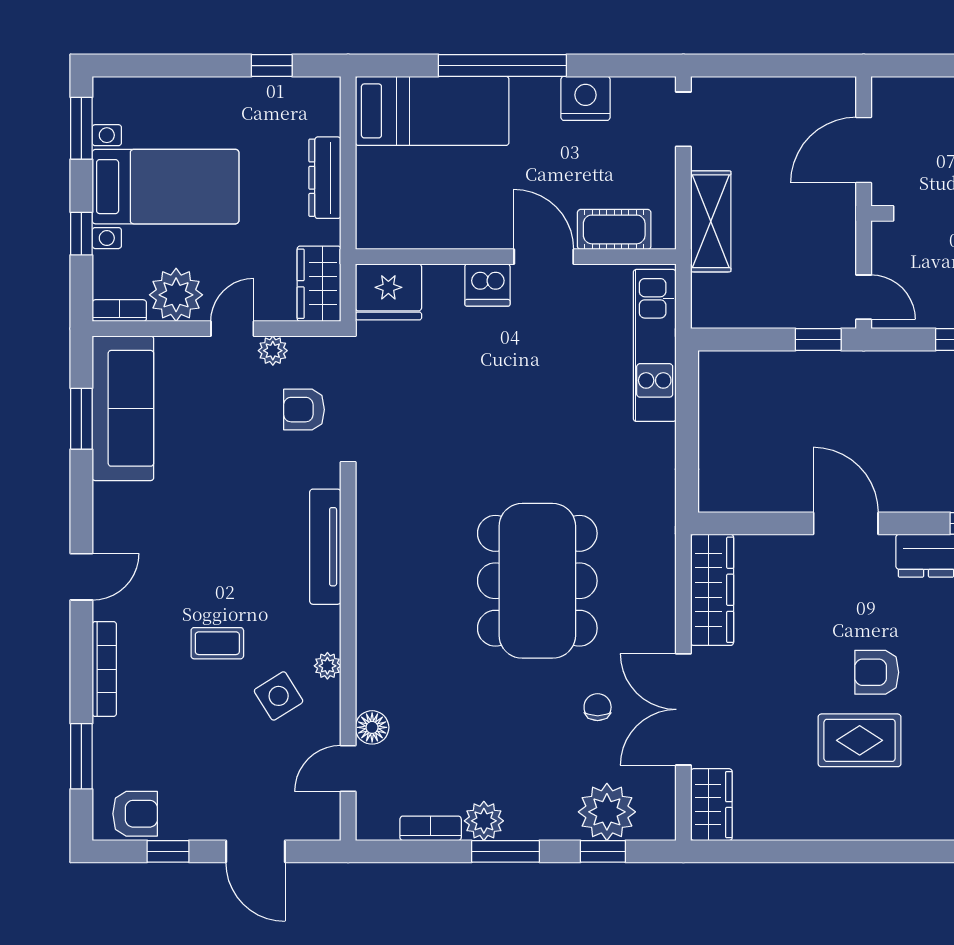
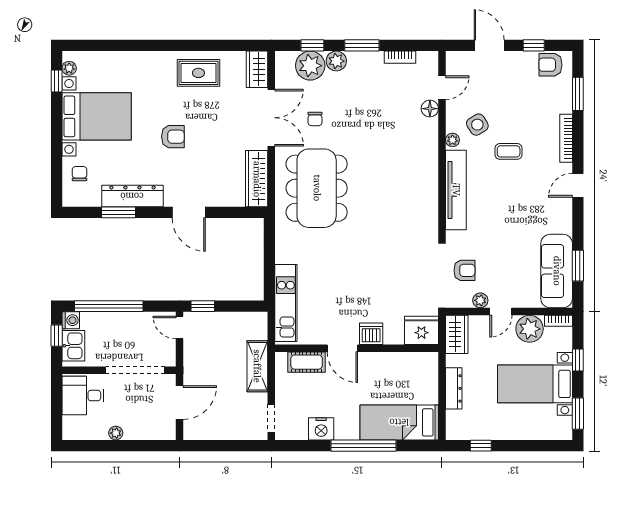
tv unit: (325, 547) -> (456, 190), width x1.36, depth x1.29
dining table: (537, 581) -> (317, 188), moved
rug: (860, 740) -> (198, 73), moved
plant: (484, 821) -> (336, 61), moved

